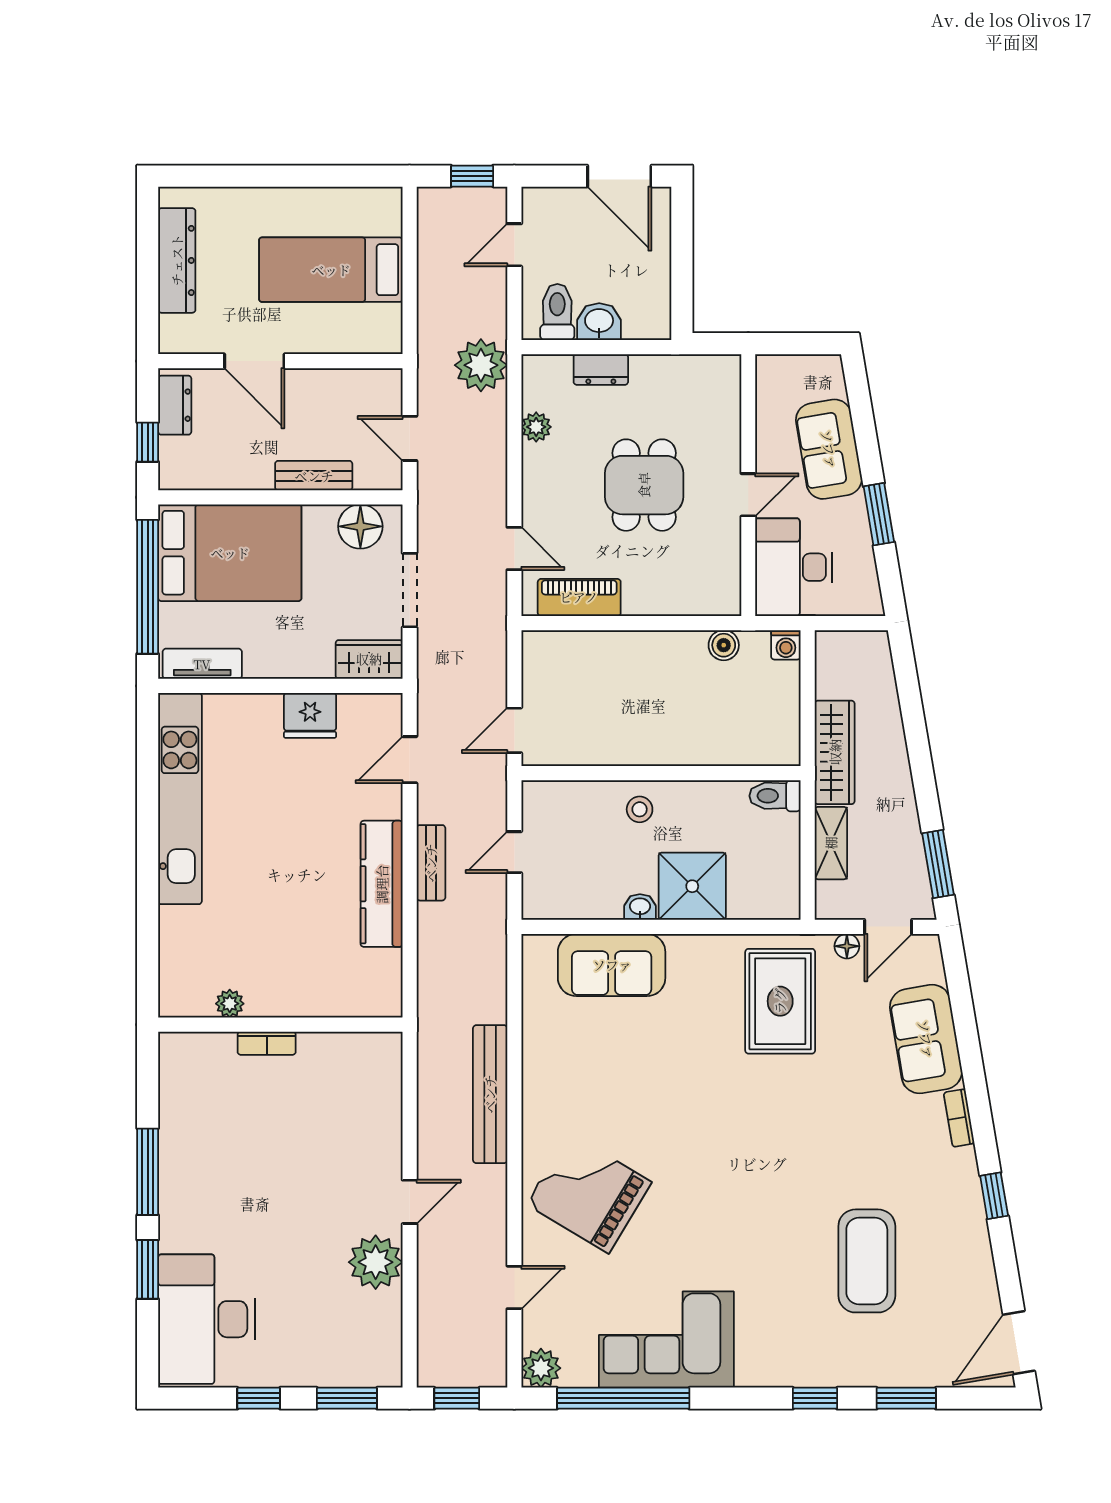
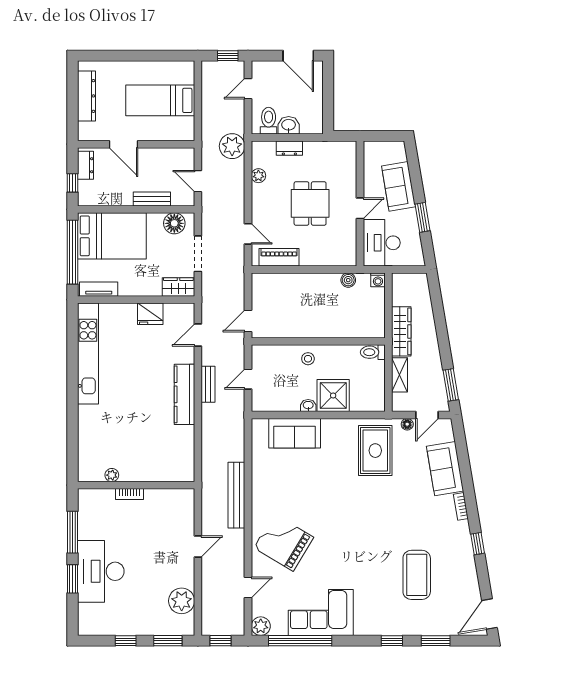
plant: (230, 1004) -> (112, 475), moved
wall: (280, 1025) -> (136, 485), moved
bookcase: (267, 1043) -> (129, 494), moved
plant: (376, 1262) -> (182, 601), moved
desk: (207, 1319) -> (101, 571), moved

